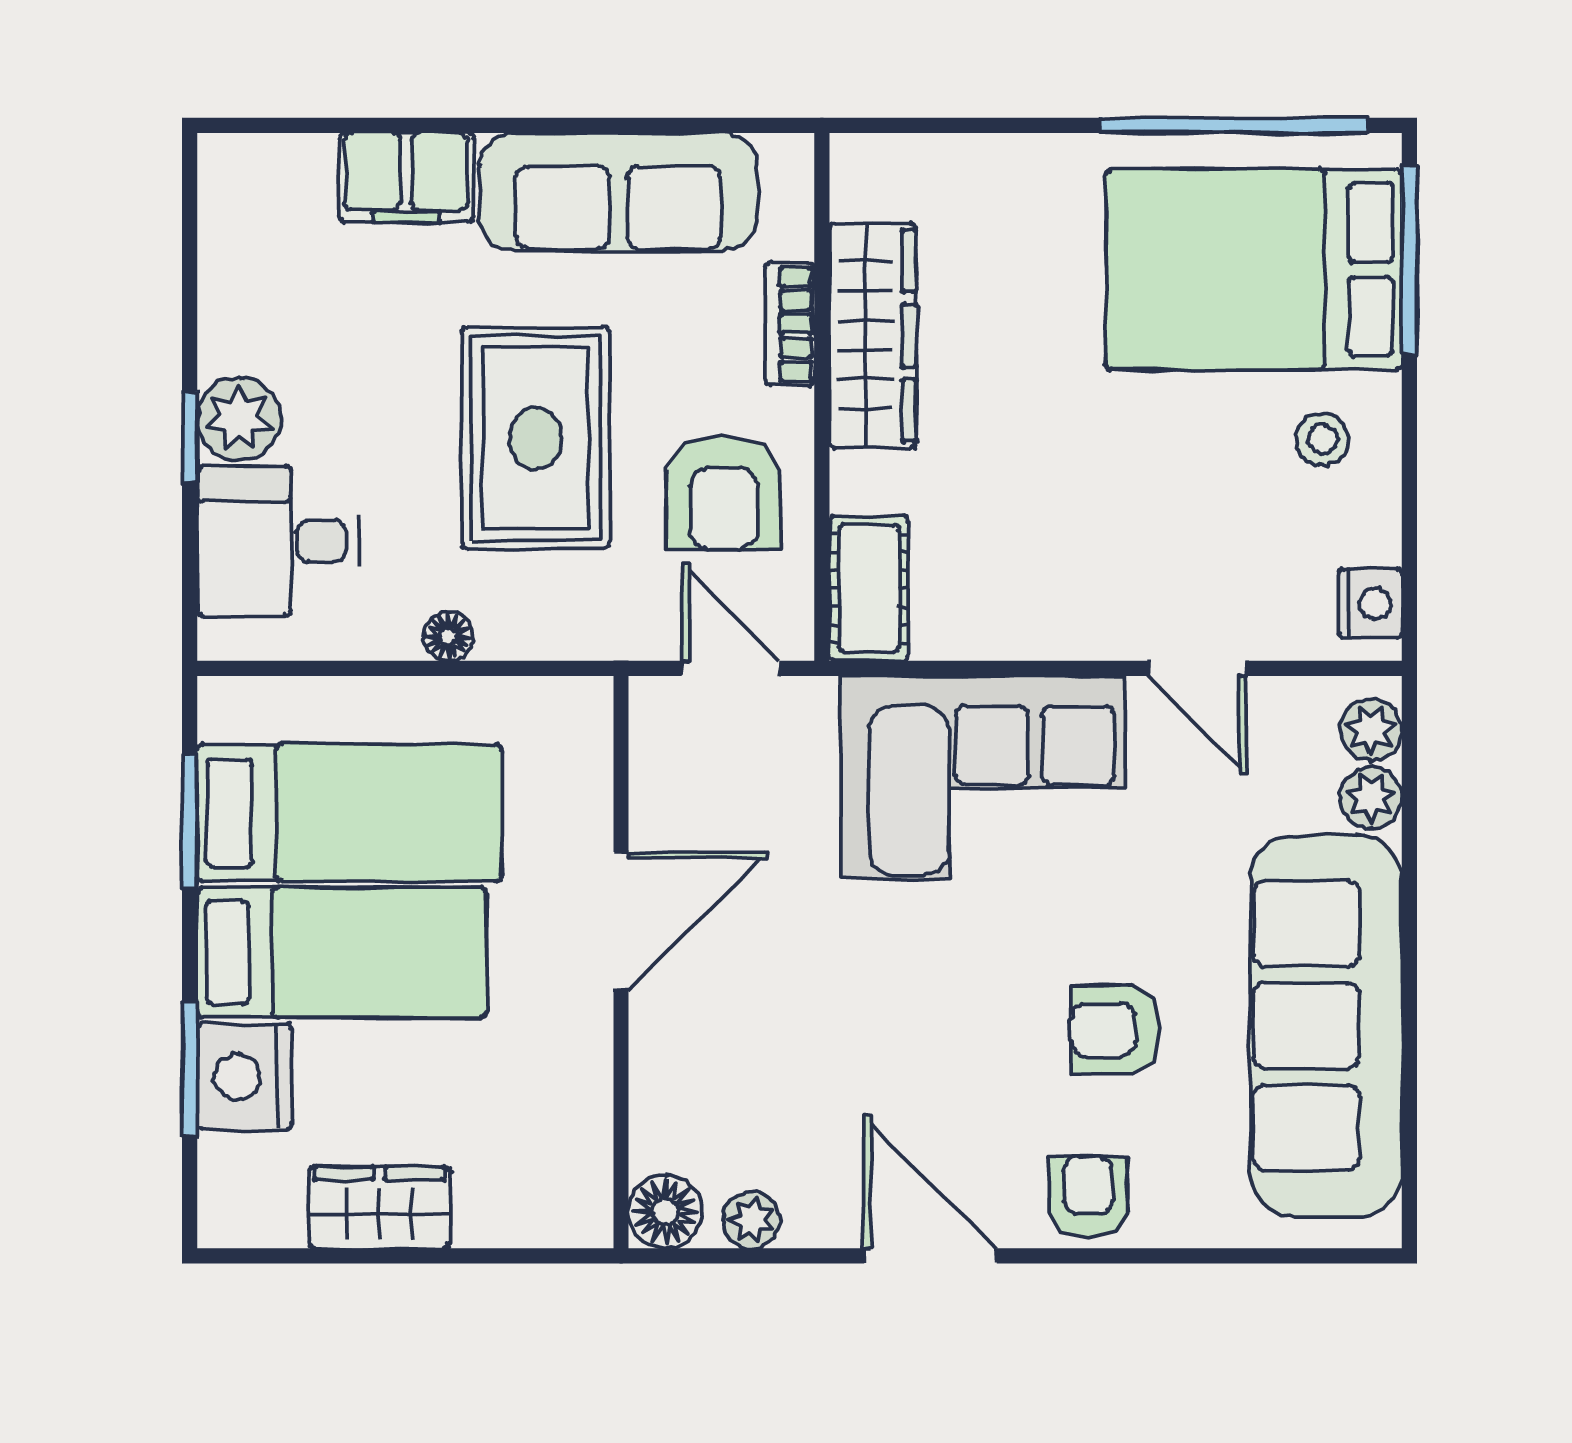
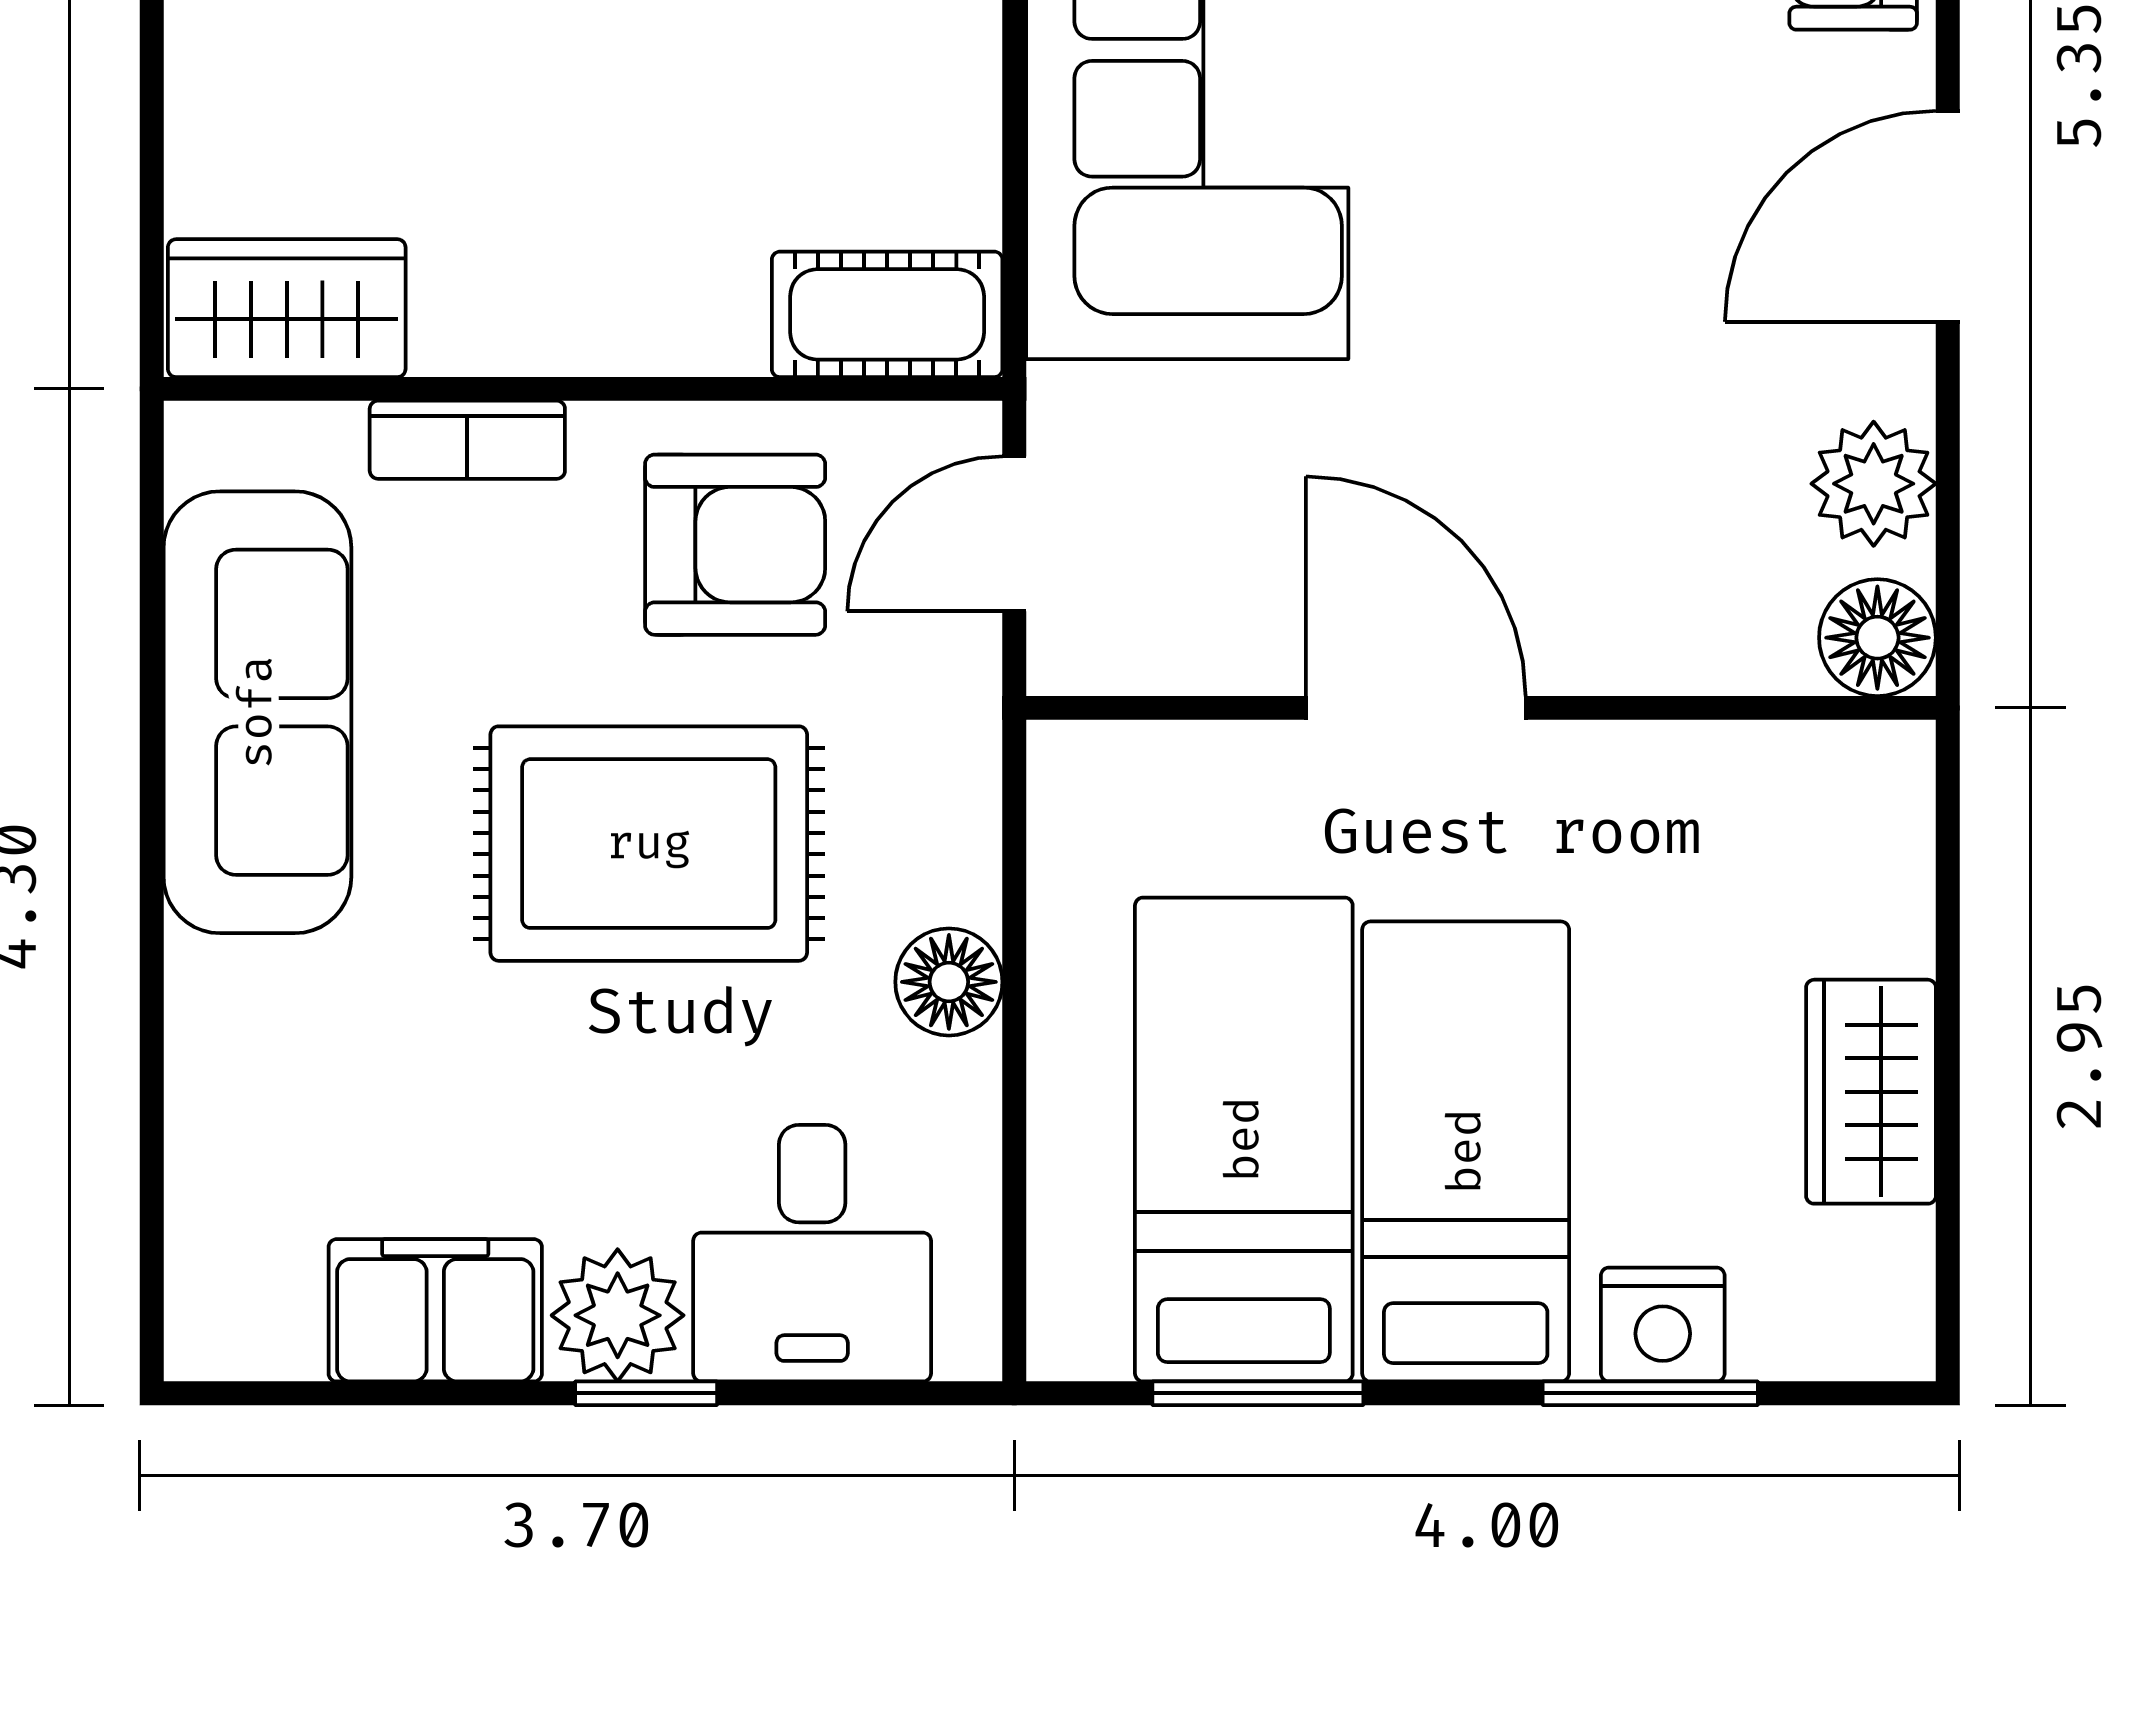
filing cabinet: (406, 178) -> (435, 1310), moved, turned -90
wardrobe: (873, 336) -> (287, 308), moved, width x0.67
floor lamp: (449, 636) -> (949, 982), width x1.37, depth x1.37
nightstand: (245, 1077) -> (1663, 1324), width x0.74, depth x0.75
plant: (751, 1220) -> (1874, 484), width x1.38, depth x1.38

